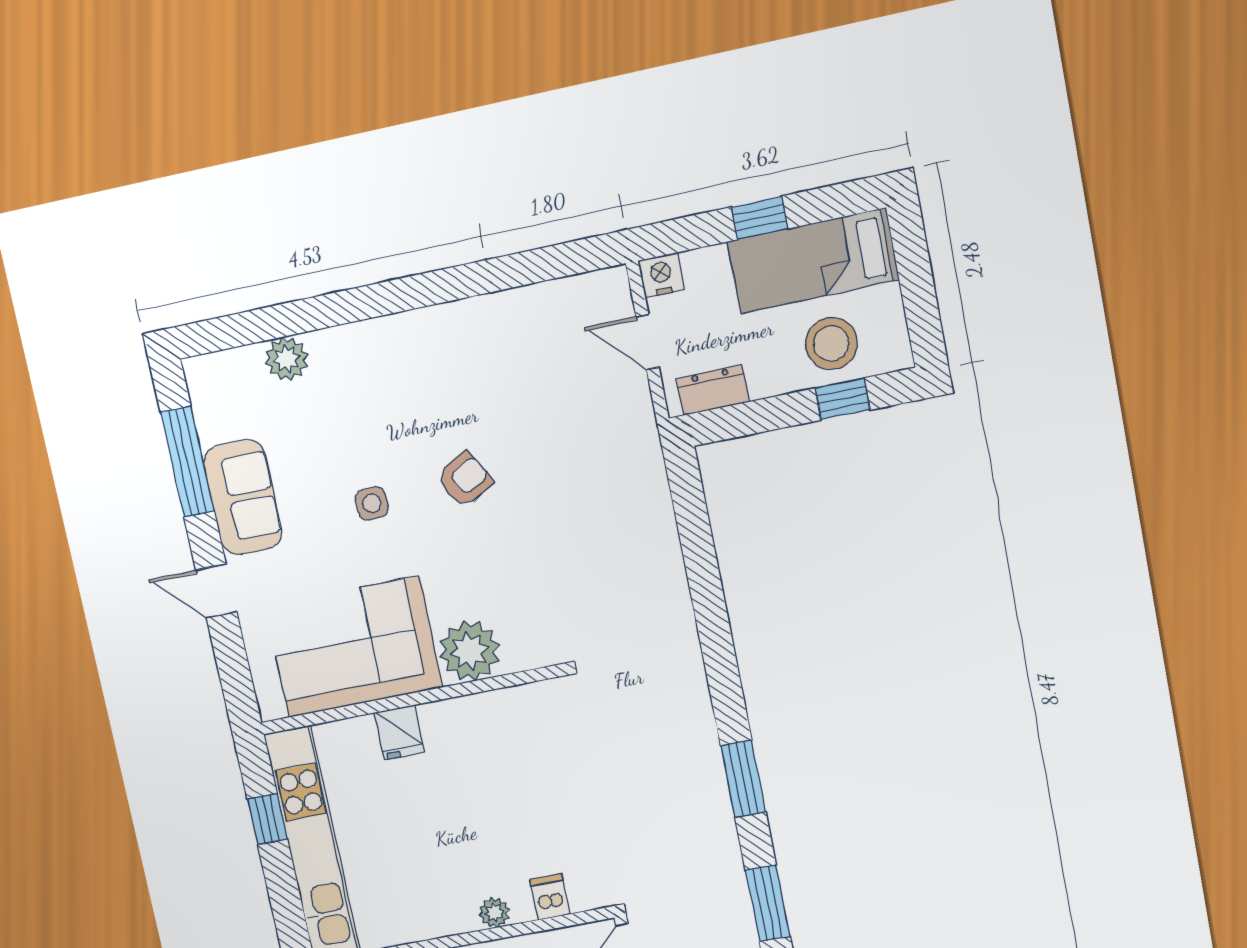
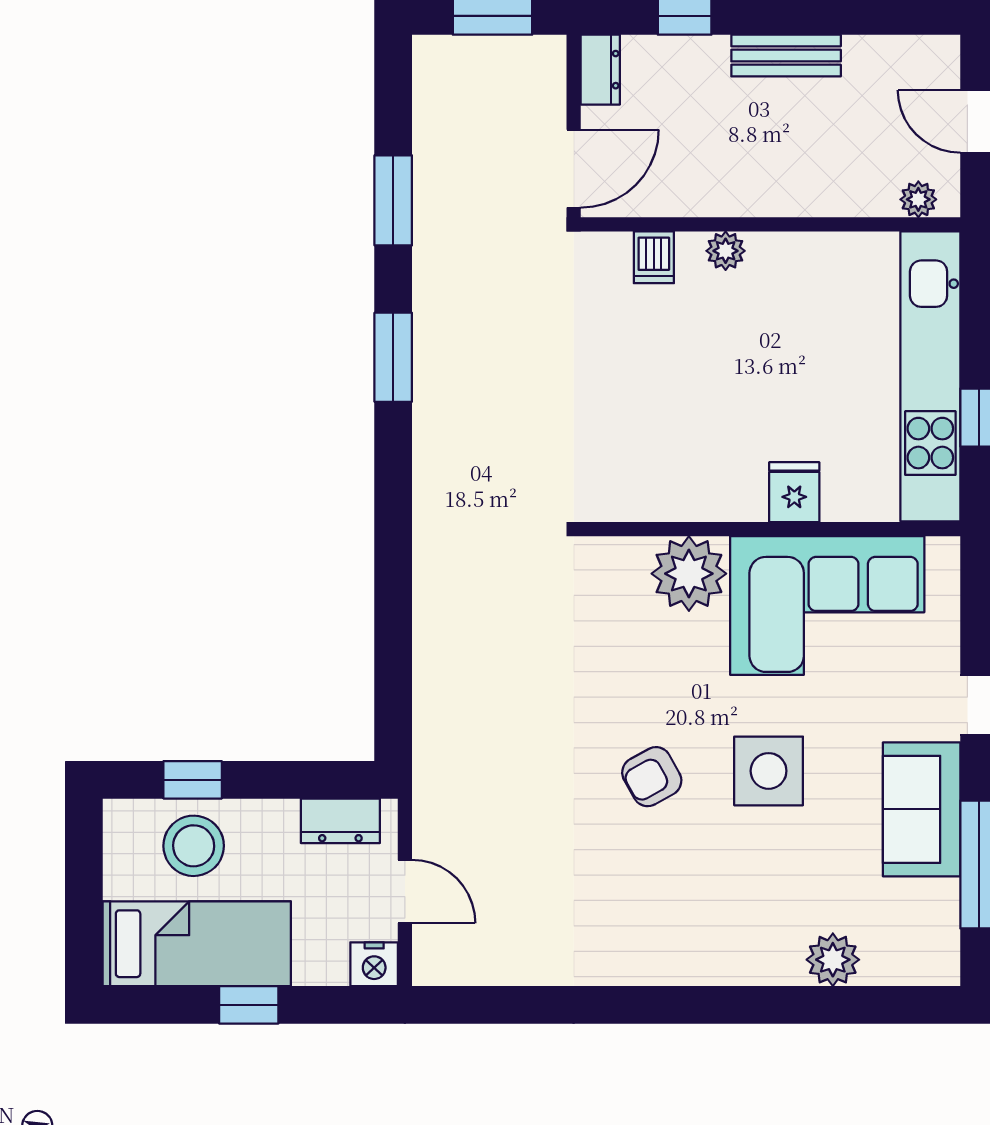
side table: (372, 503) -> (769, 771), width x1.87, depth x1.87

